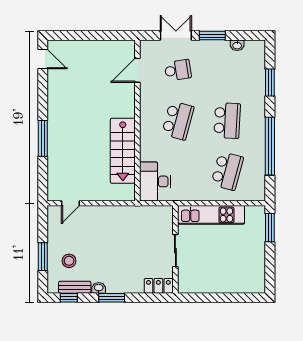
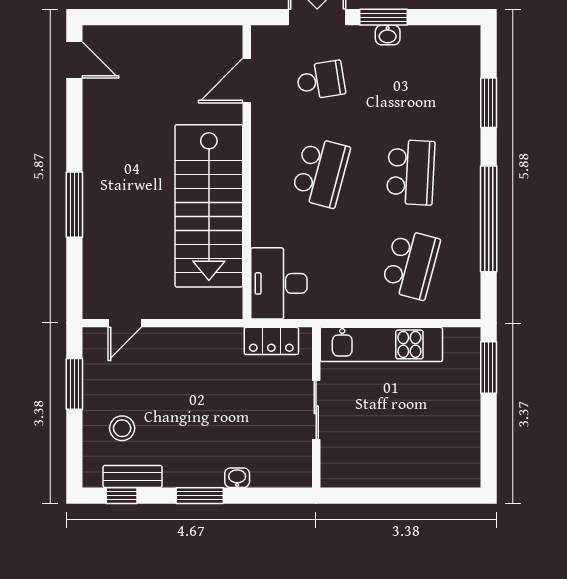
washbasin: (237, 45) -> (388, 35), moved
stairs: (123, 151) -> (209, 206), width x1.36, depth x1.51
window: (43, 257) -> (74, 384), moved
locker: (158, 286) -> (271, 341), moved, turned 180
washbasin: (99, 288) -> (237, 478), moved

